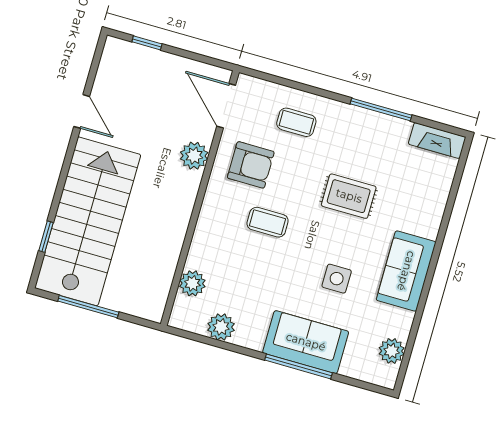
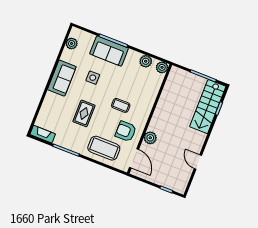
coffee table: (296, 122) -> (104, 148), width x1.86, depth x1.72
rug: (349, 196) -> (84, 113), turned 90
stairs: (88, 221) -> (208, 107), width x0.73, depth x0.66
plant: (192, 283) -> (162, 67), moved

